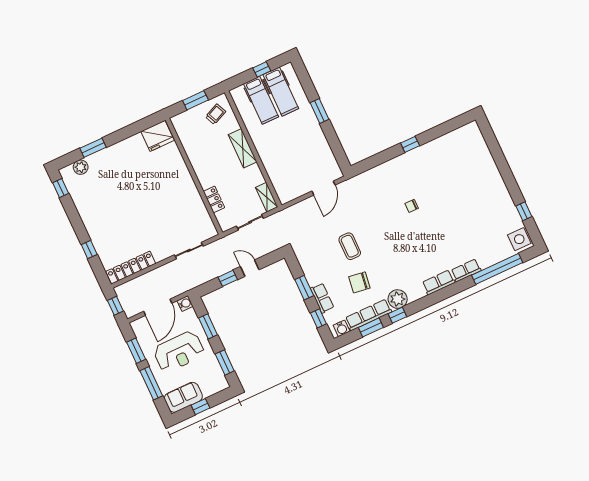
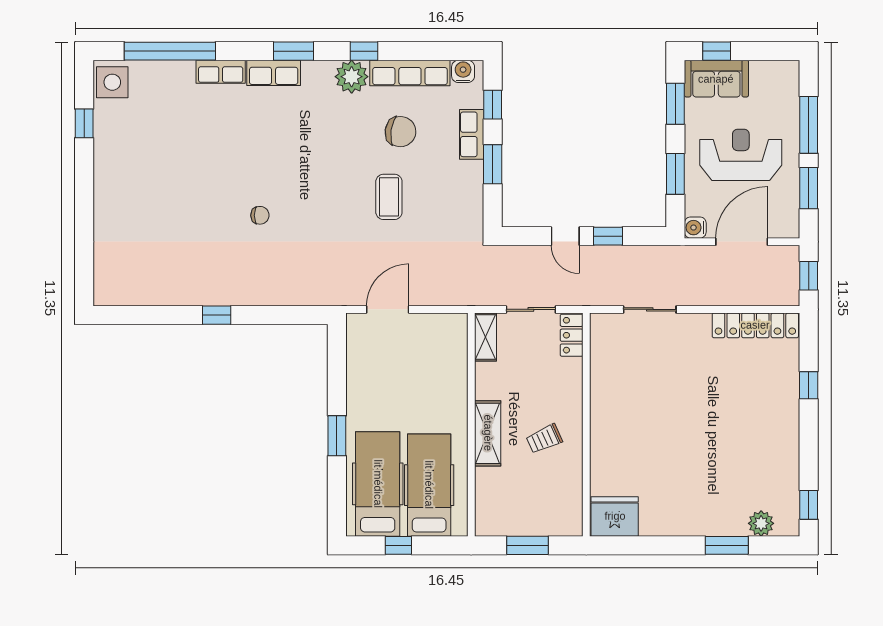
hospital bed: (281, 92) -> (378, 484), width x1.37, depth x1.29
hospital bed: (261, 100) -> (429, 485), width x1.37, depth x1.29
trolley: (216, 114) -> (544, 439), moved
locker: (214, 199) -> (572, 335), moved
window: (371, 327) -> (294, 51), moved
sofa: (183, 397) -> (716, 79), moved
window: (200, 407) -> (717, 51), moved

